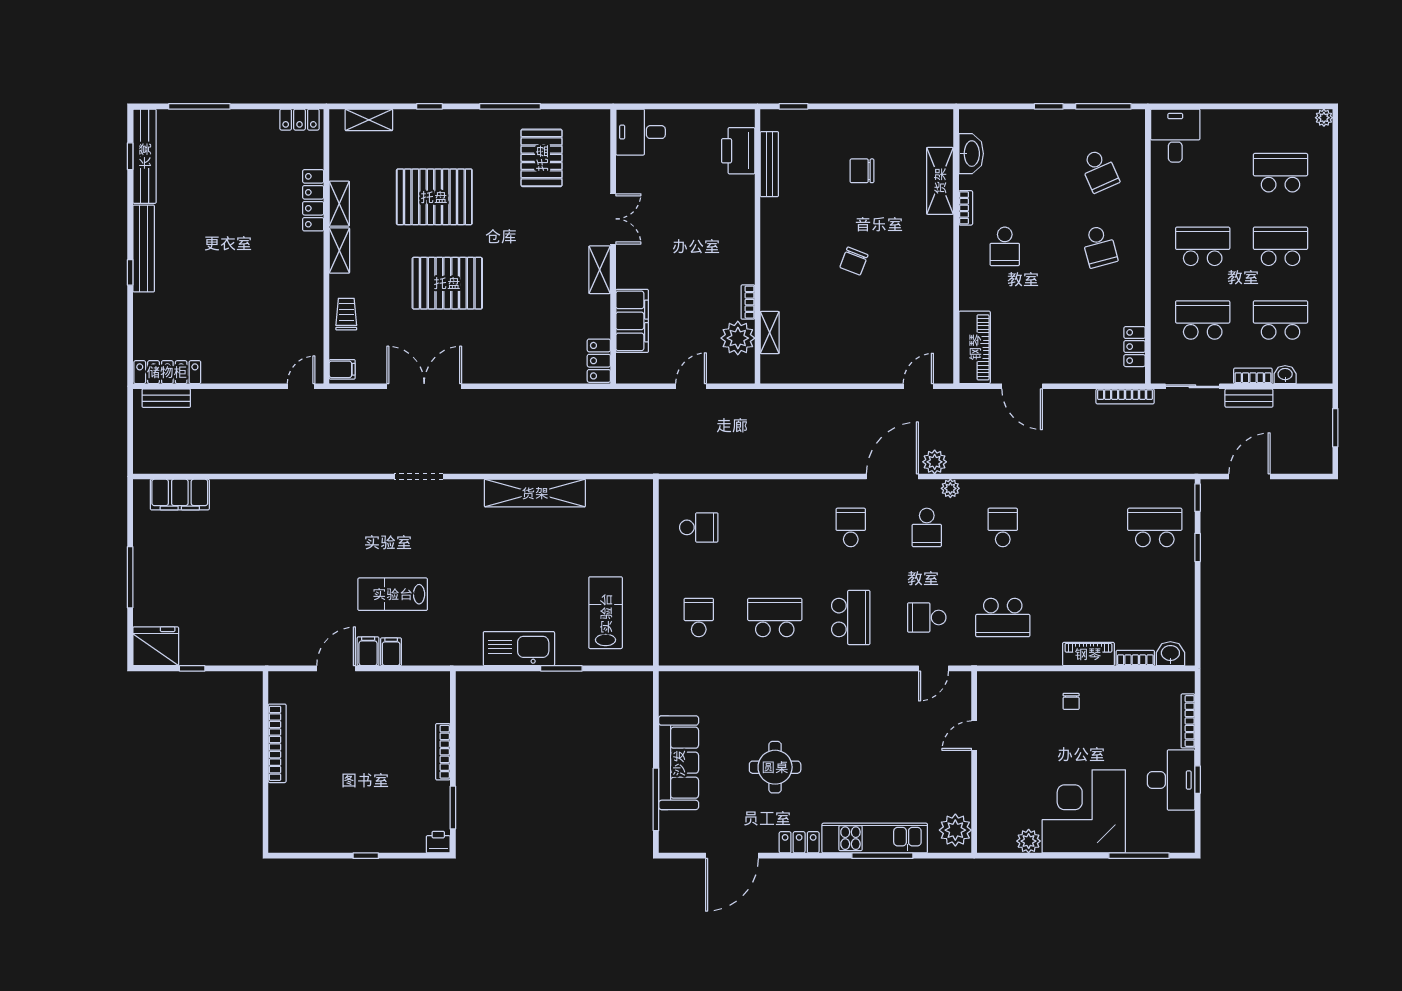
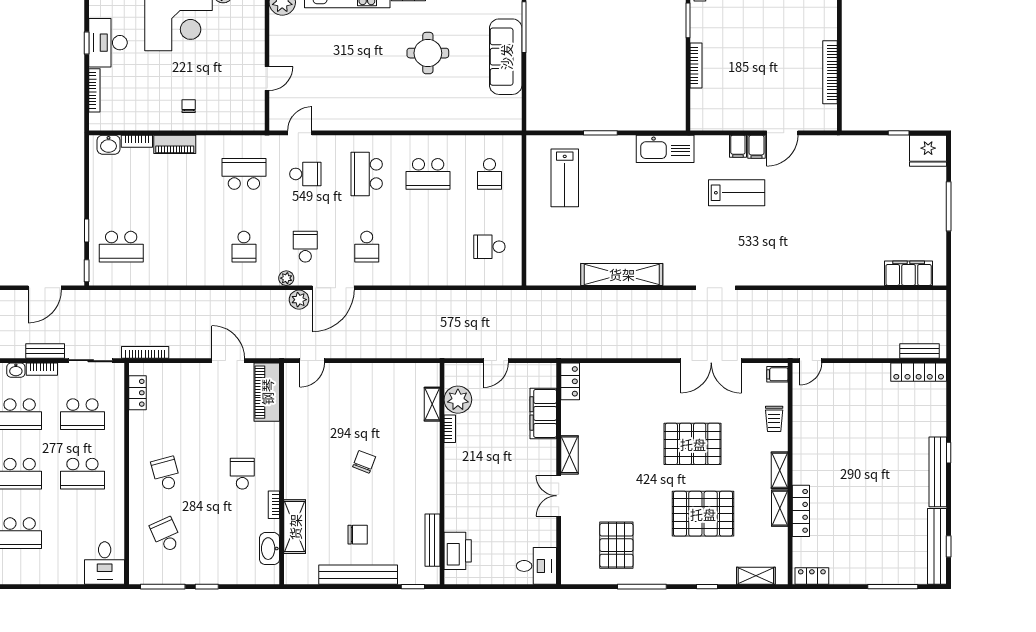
bench: (861, 121) -> (358, 575), added
kitchen sink: (519, 649) -> (665, 149), moved

